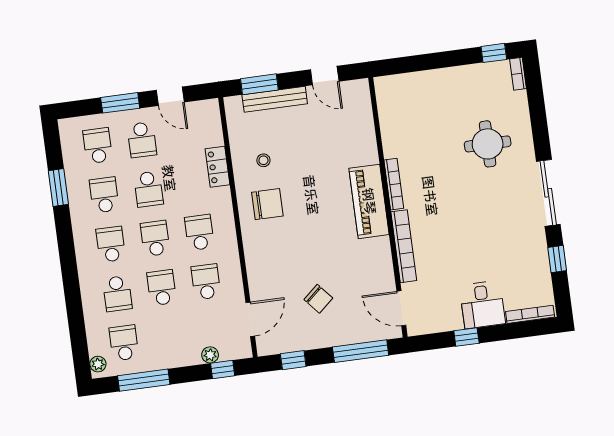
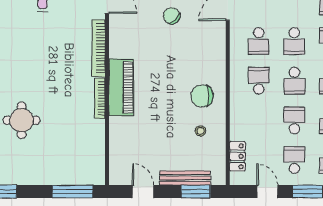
window: (412, 64) -> (73, 192), added
locker: (217, 167) -> (237, 156), moved
school desk: (199, 232) -> (259, 81), turned 180

